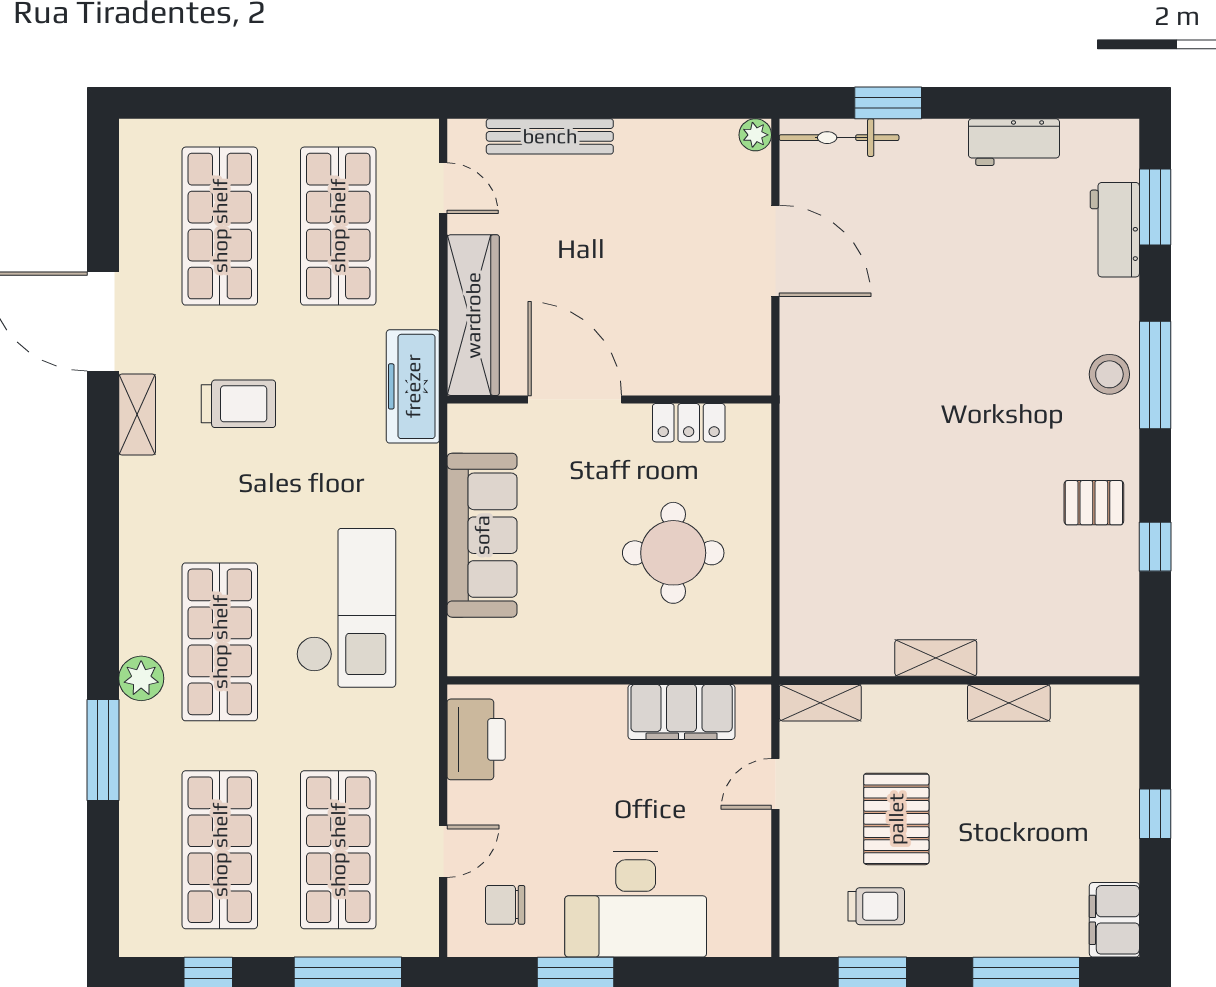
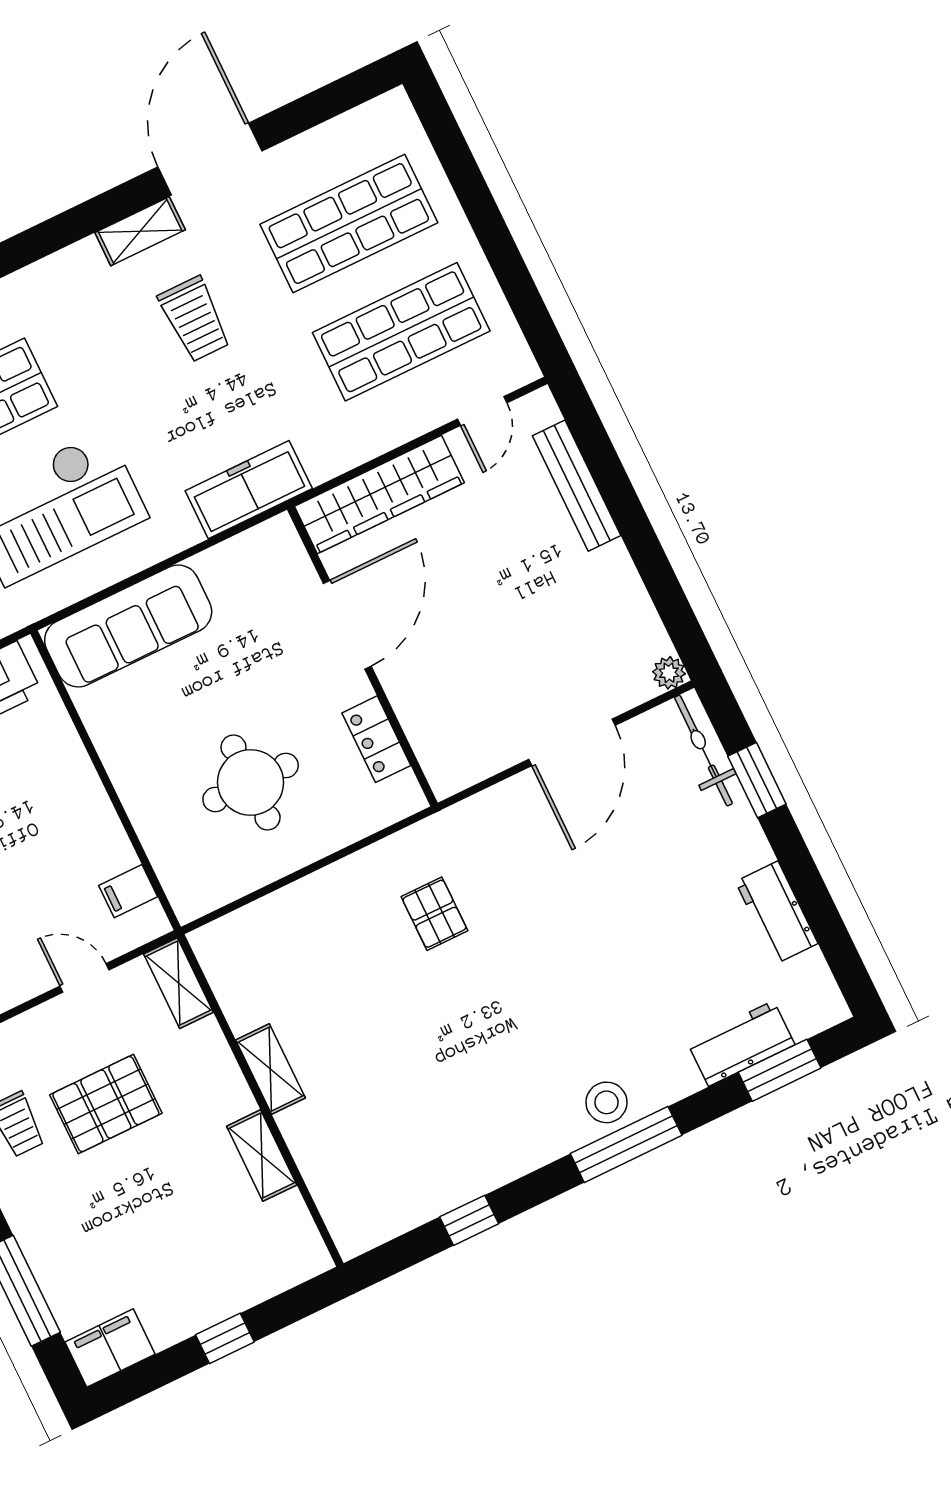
freezer: (413, 386) -> (249, 490), moved
pallet: (1094, 503) -> (434, 914), moved
sofa: (482, 535) -> (128, 626), moved
filing cabinet: (682, 712) -> (128, 891), width x0.33, depth x0.86

